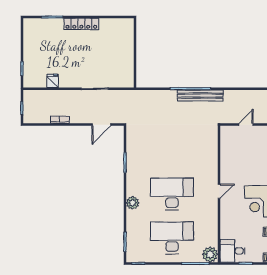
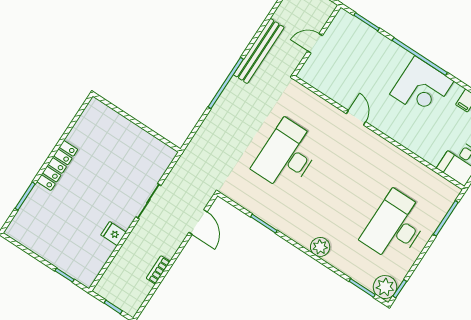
fridge: (53, 81) -> (113, 234), moved
bench: (200, 96) -> (259, 51), moved
door: (246, 125) -> (315, 43), hinge flipped
door: (219, 191) -> (356, 118), moved
desk: (172, 194) -> (287, 156), moved
plant: (210, 254) -> (385, 287), moved

